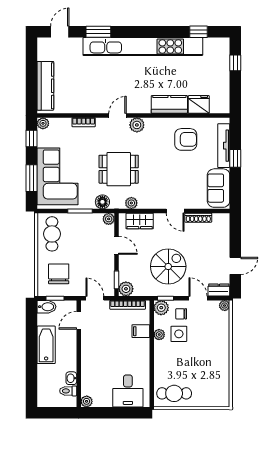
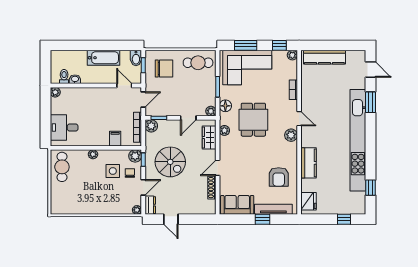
fridge: (199, 104) -> (309, 201), moved
plant: (159, 335) -> (93, 154), moved

